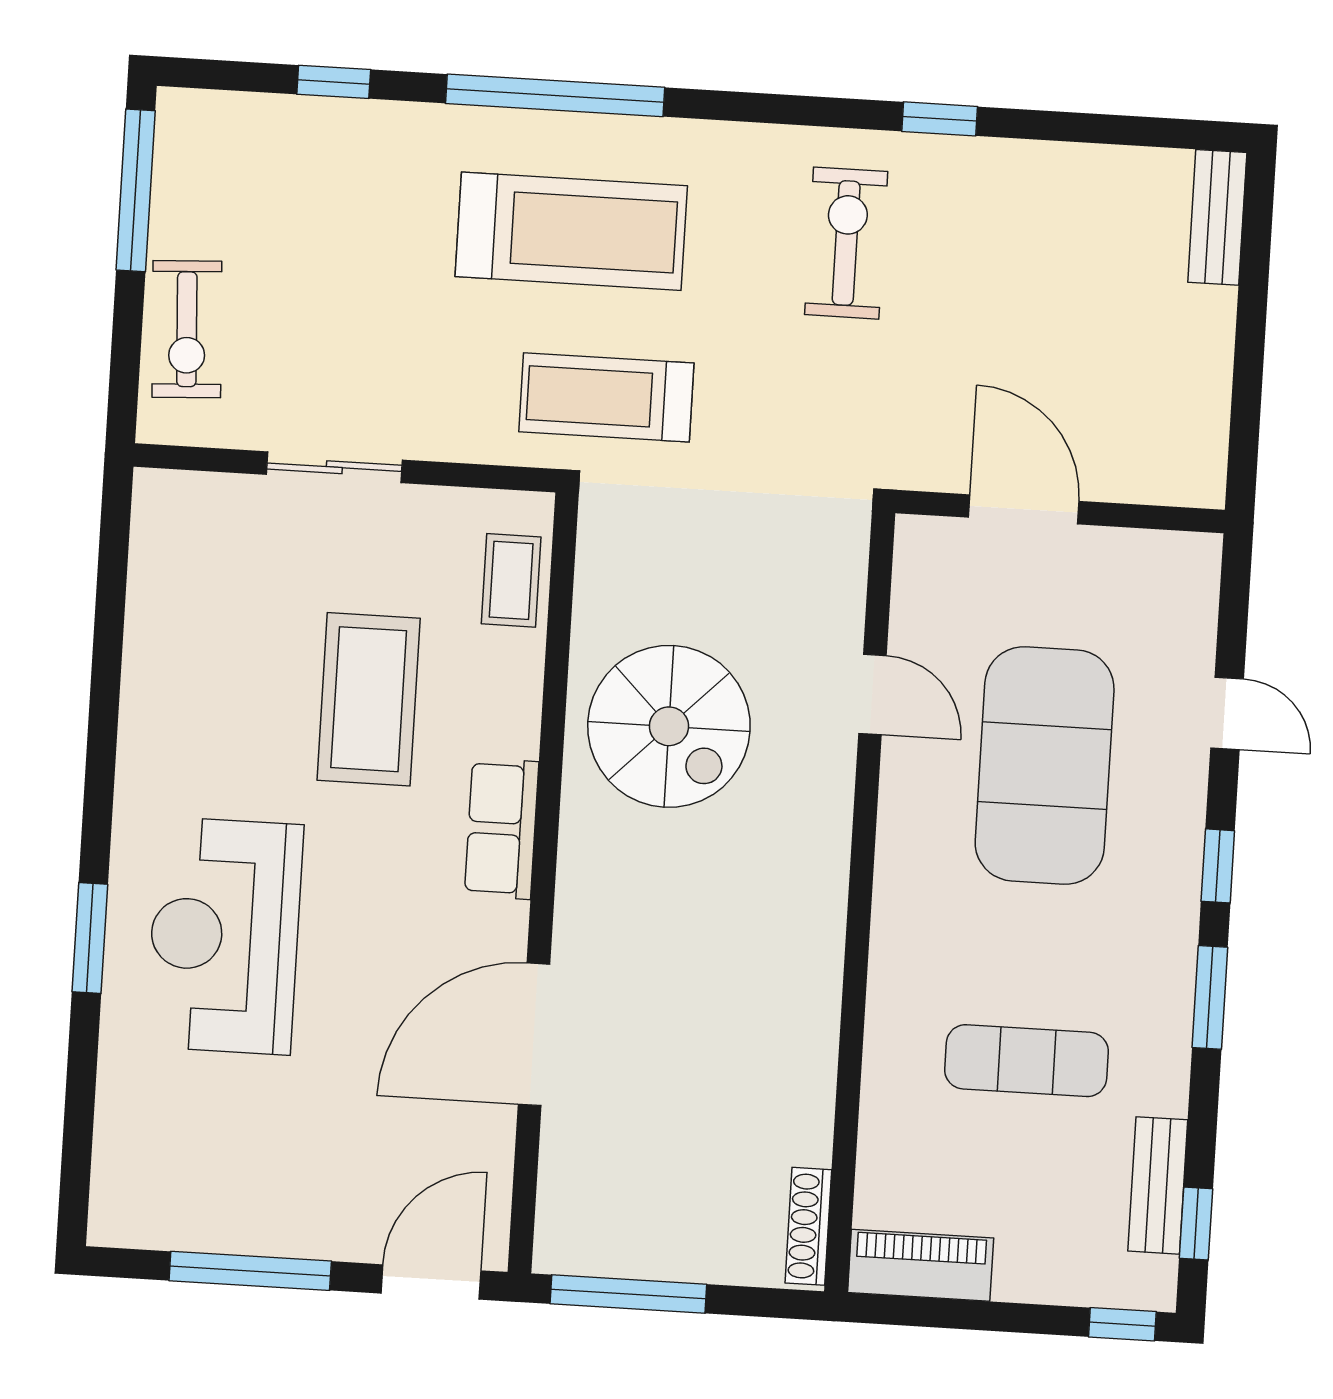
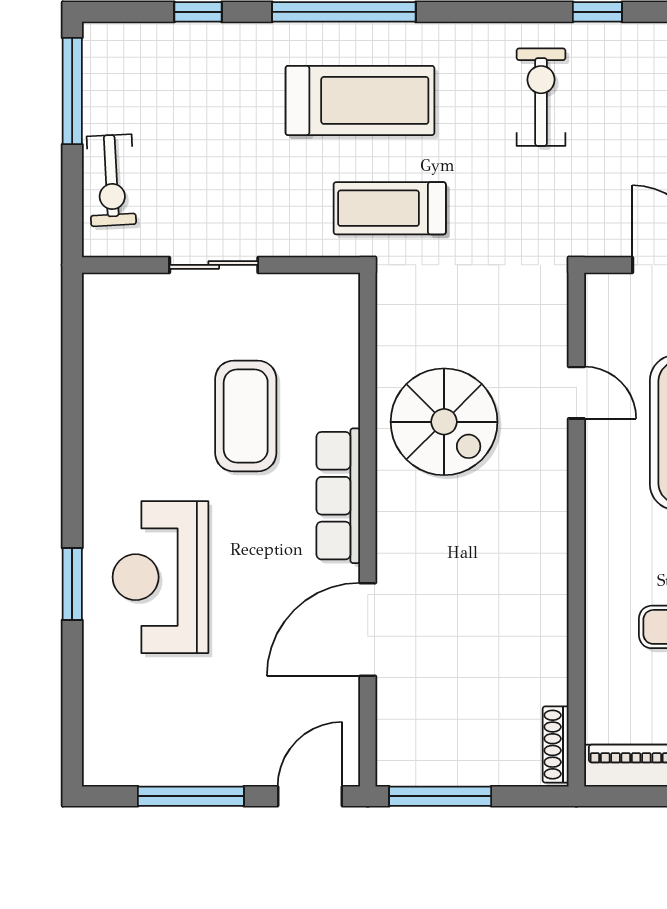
coffee table: (511, 580) -> (334, 332), removed
row of seats: (502, 829) -> (338, 496), width x1.48

